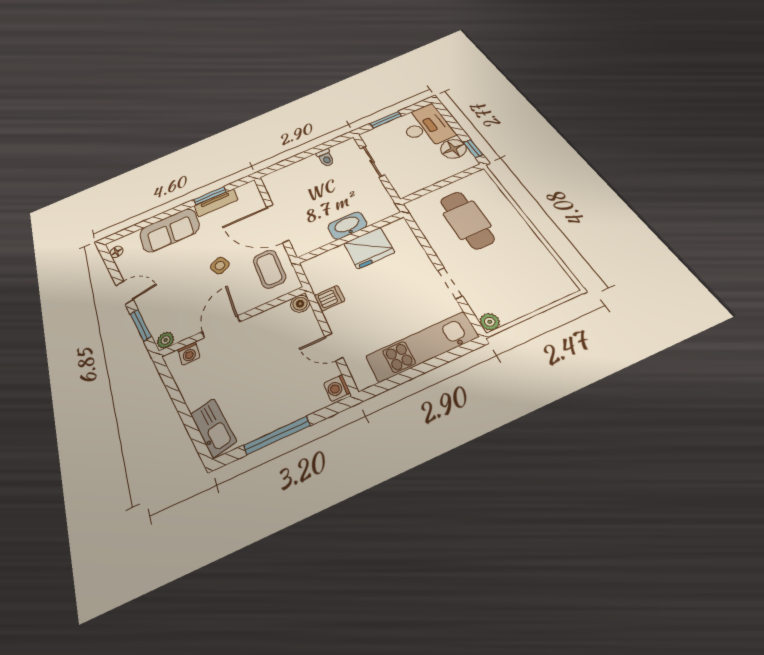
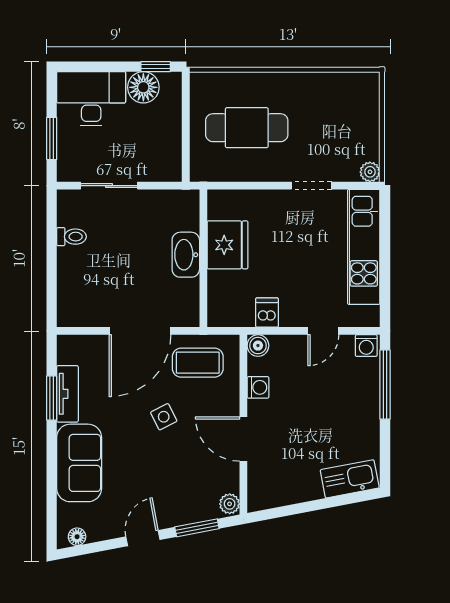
washing machine: (189, 353) -> (258, 387), moved
window: (277, 435) -> (385, 385), moved

